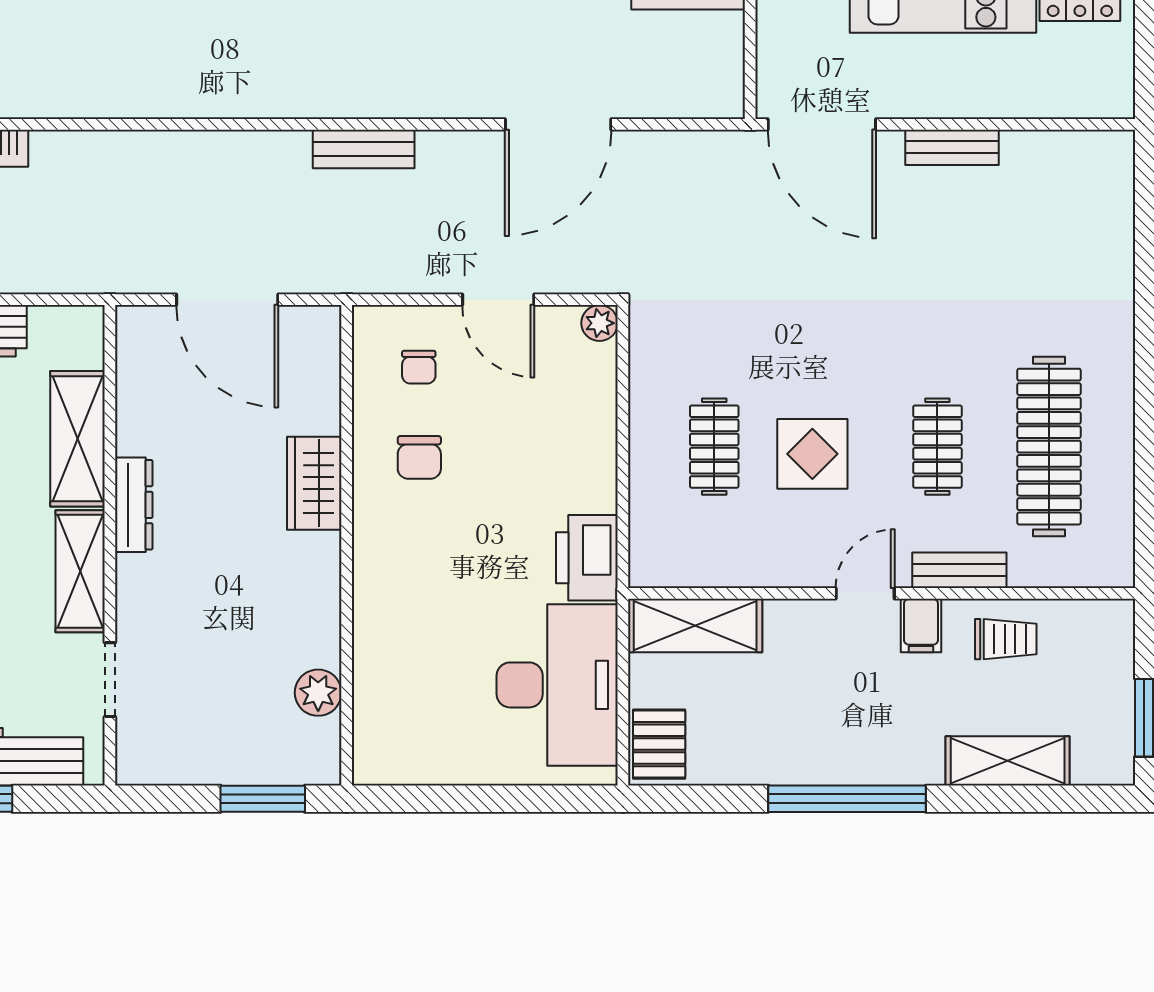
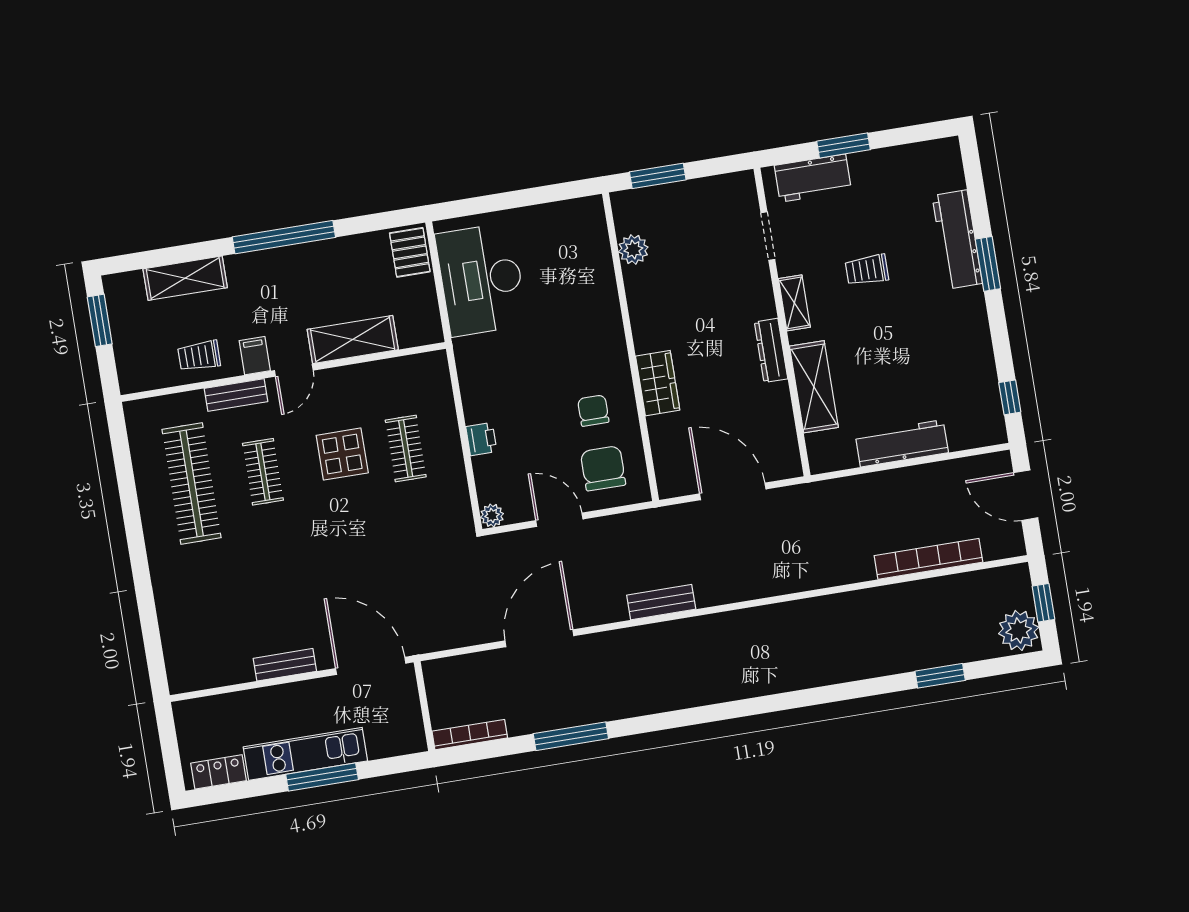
chair: (419, 367) -> (603, 468), width x1.87, depth x1.87
printer: (587, 558) -> (481, 439), moved, width x0.53, depth x0.68
shelving: (80, 571) -> (794, 303), width x0.67, depth x0.75
shelving: (695, 625) -> (353, 340), moved

